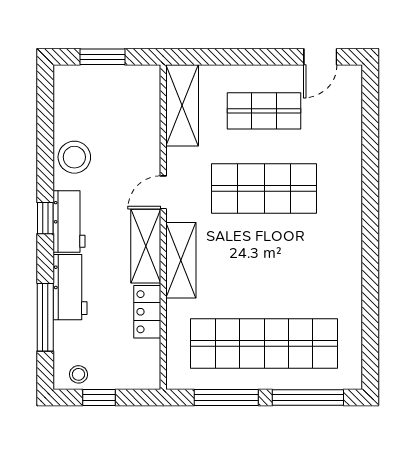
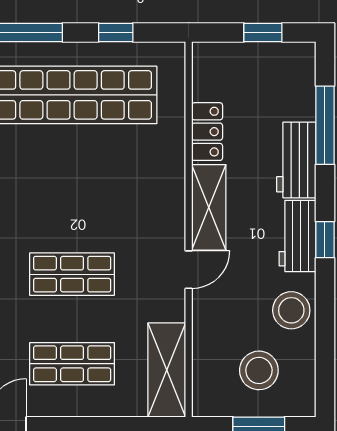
shop shelf: (264, 188) -> (72, 274), width x0.70, depth x0.74
shelving: (181, 260) -> (168, 191), removed
stool: (78, 374) -> (259, 370), moved, width x1.89, depth x1.89
window: (226, 398) -> (116, 32), width x0.46

